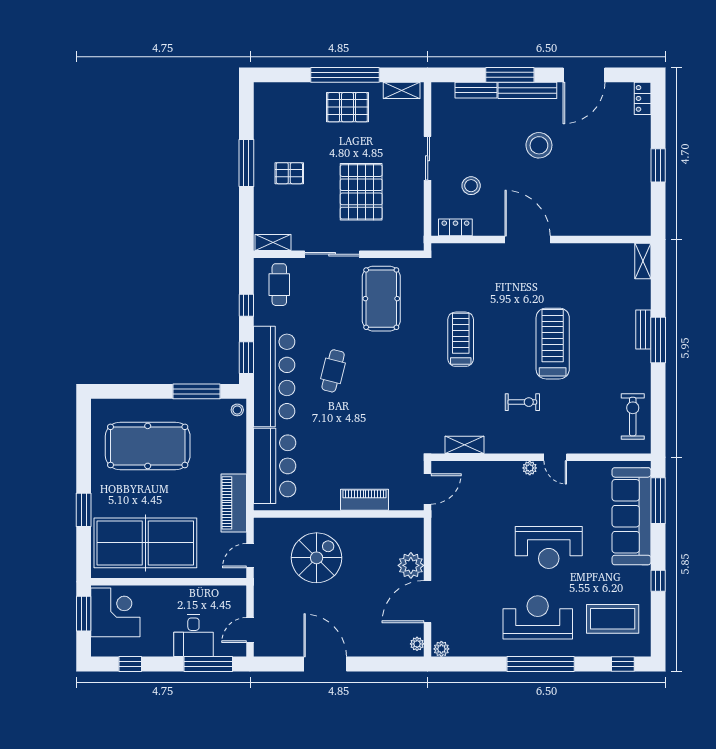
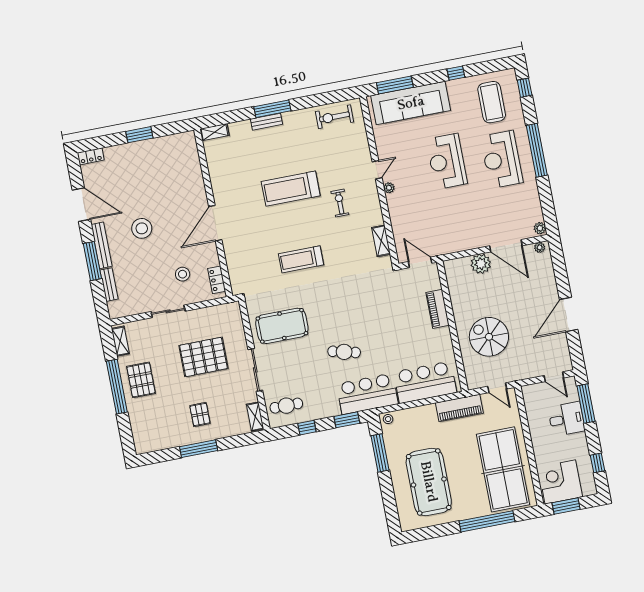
bar counter: (274, 376) -> (367, 394), width x0.73
window: (84, 510) -> (487, 521), width x2.11
reception desk: (549, 547) -> (447, 161), turned 180

